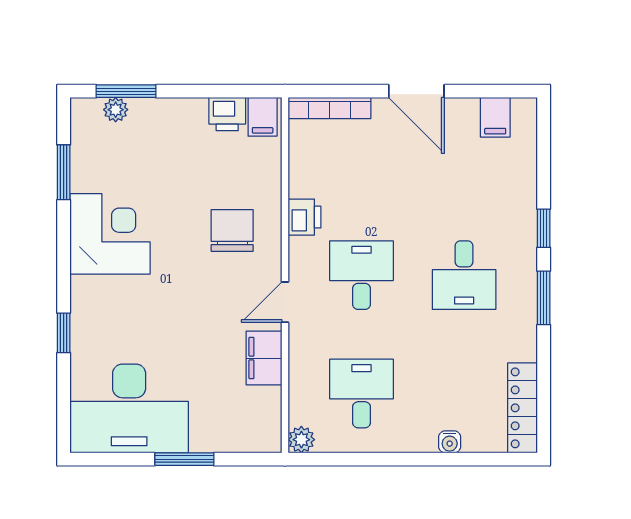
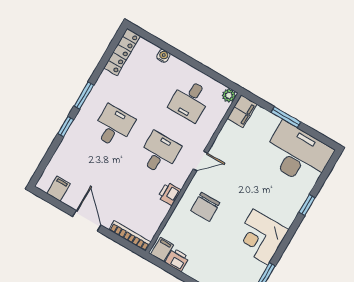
desk: (361, 275) -> (159, 153), turned 180
filing cabinet: (264, 358) -> (242, 111), moved

